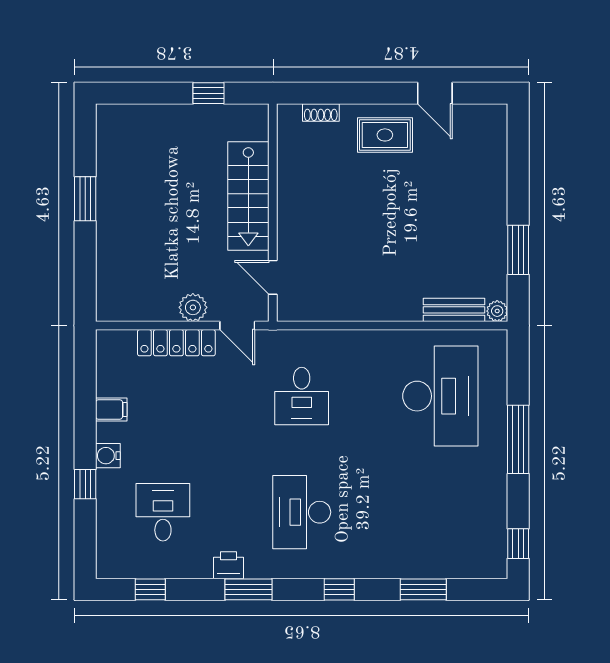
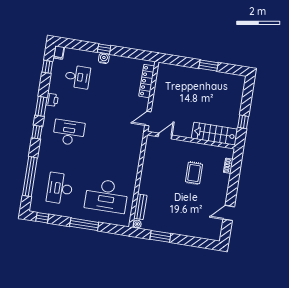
rug: (385, 135) -> (194, 173), moved
stairs: (248, 196) -> (214, 134), moved
plant: (193, 307) -> (158, 102), removed
locker: (176, 343) -> (147, 81), moved
desk: (302, 396) -> (60, 188), moved, width x1.37
filing cabinet: (111, 409) -> (59, 53), moved
window: (85, 484) -> (104, 49), moved
window: (339, 589) -> (37, 132), moved
window: (423, 589) -> (30, 177), width x2.11

